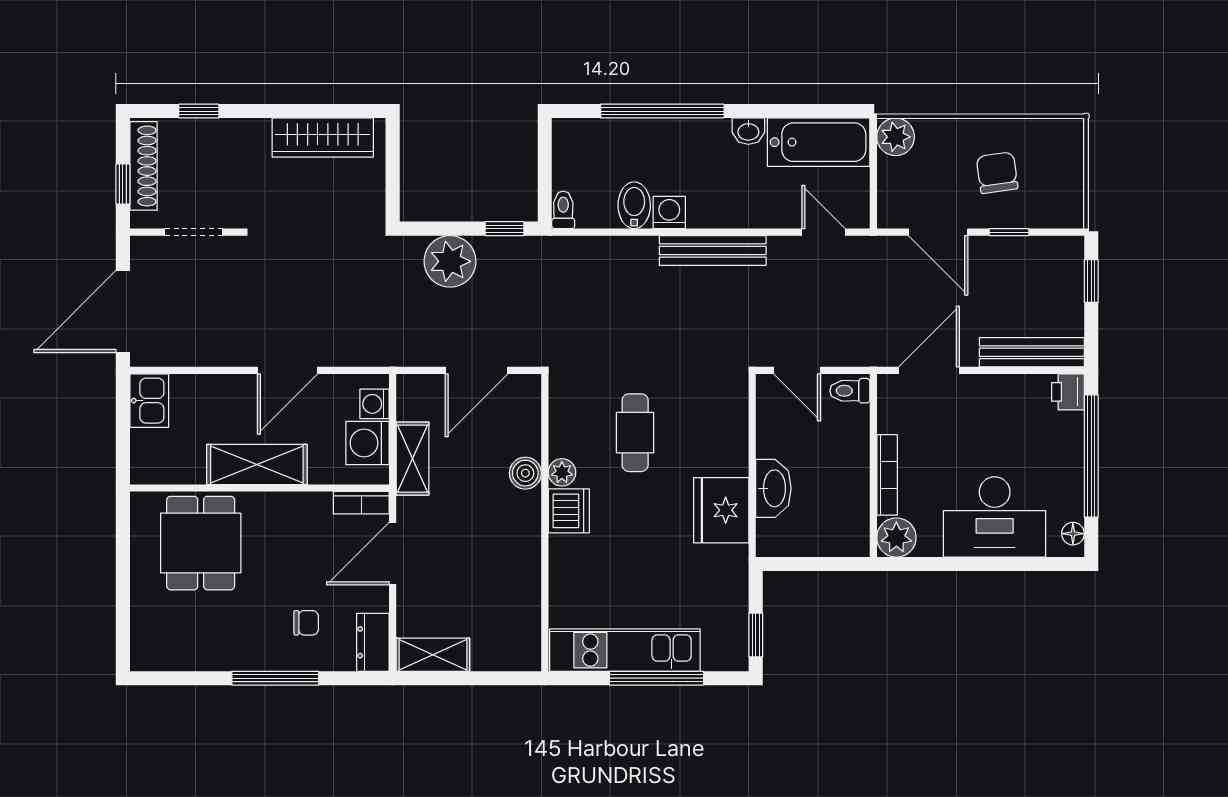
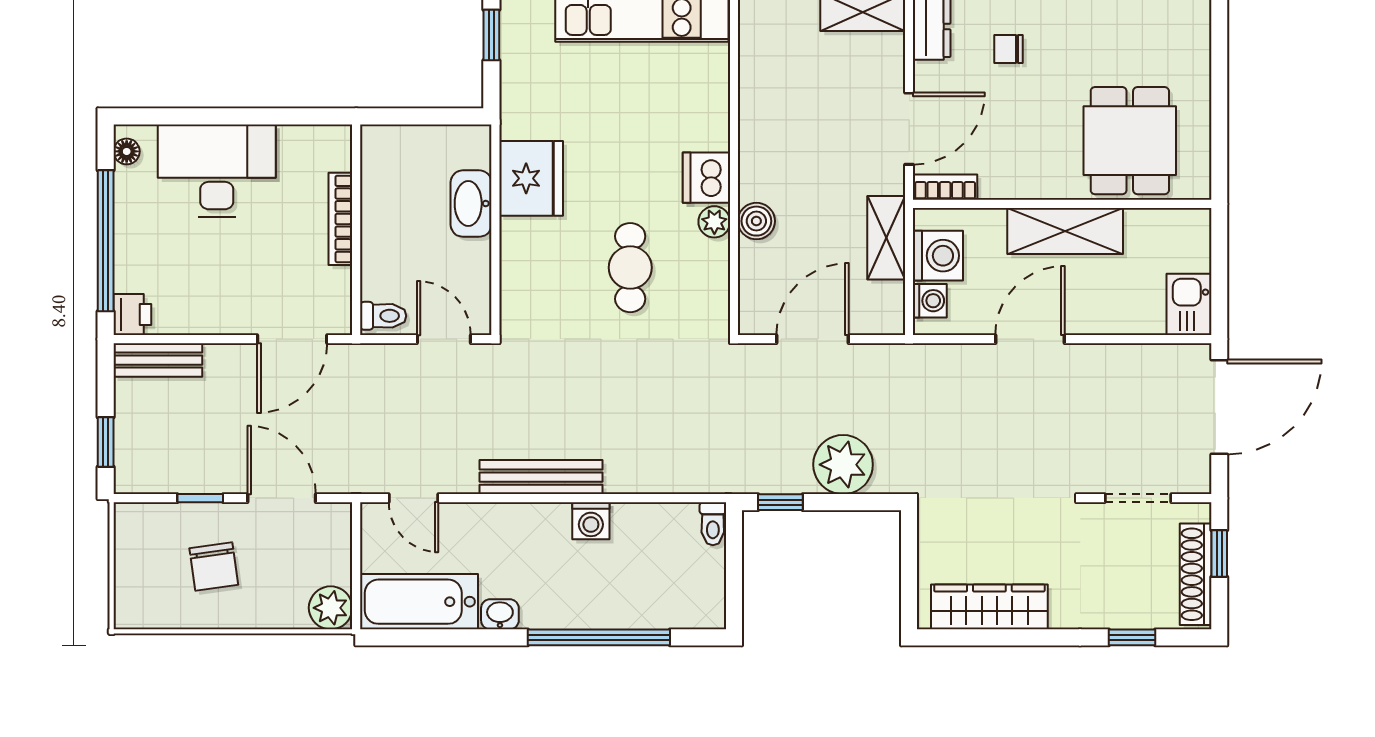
bidet: (634, 205) -> (631, 529), removed
bench: (1032, 352) -> (158, 360), width x0.73
plant: (896, 538) -> (330, 147), removed

